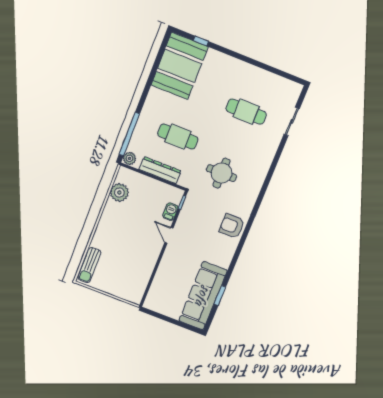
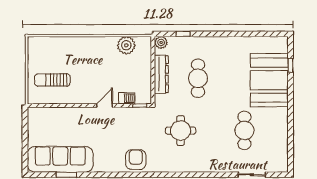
booth: (180, 66) -> (269, 80), moved, turned 90
window: (129, 134) -> (183, 34), width x0.32
sun lounger: (89, 265) -> (52, 80), moved

